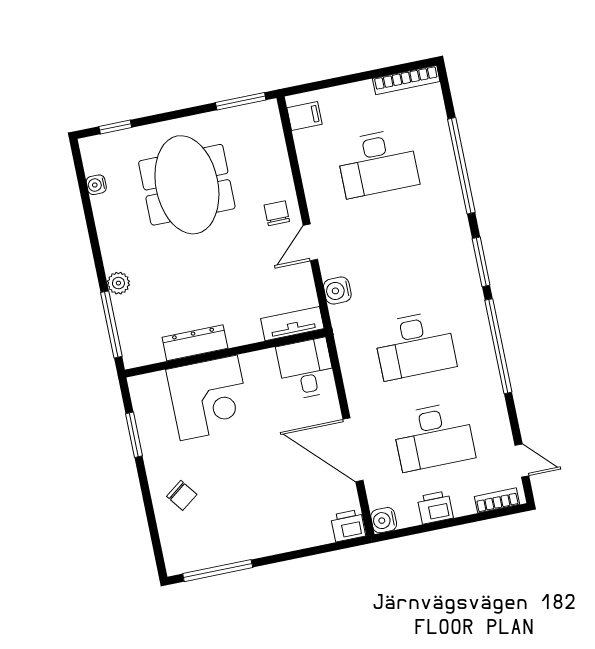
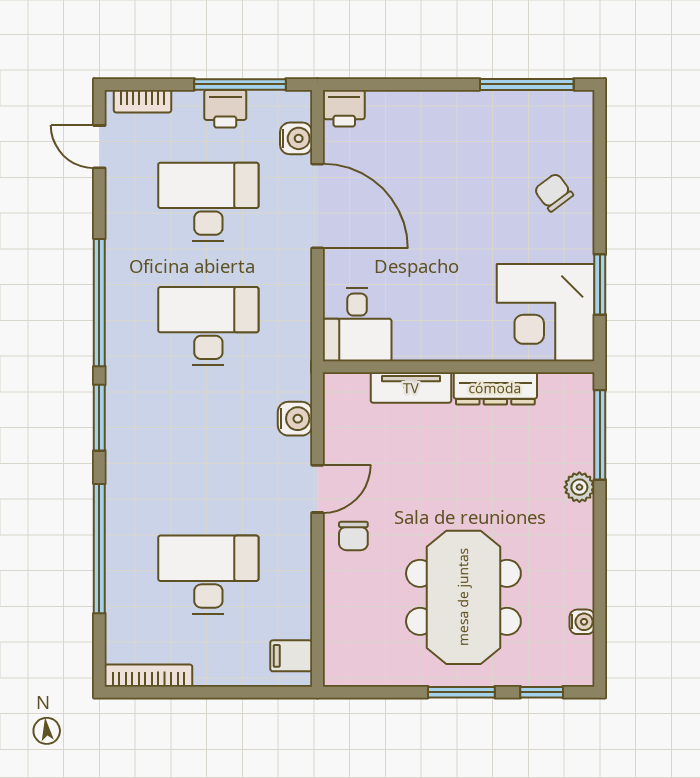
window: (241, 101) -> (461, 692), moved
tv unit: (292, 324) -> (411, 388), moved
corner desk: (209, 398) -> (546, 313), moved, turned -90
water cooler: (384, 520) -> (296, 138), moved
window: (428, 527) -> (240, 84), added

